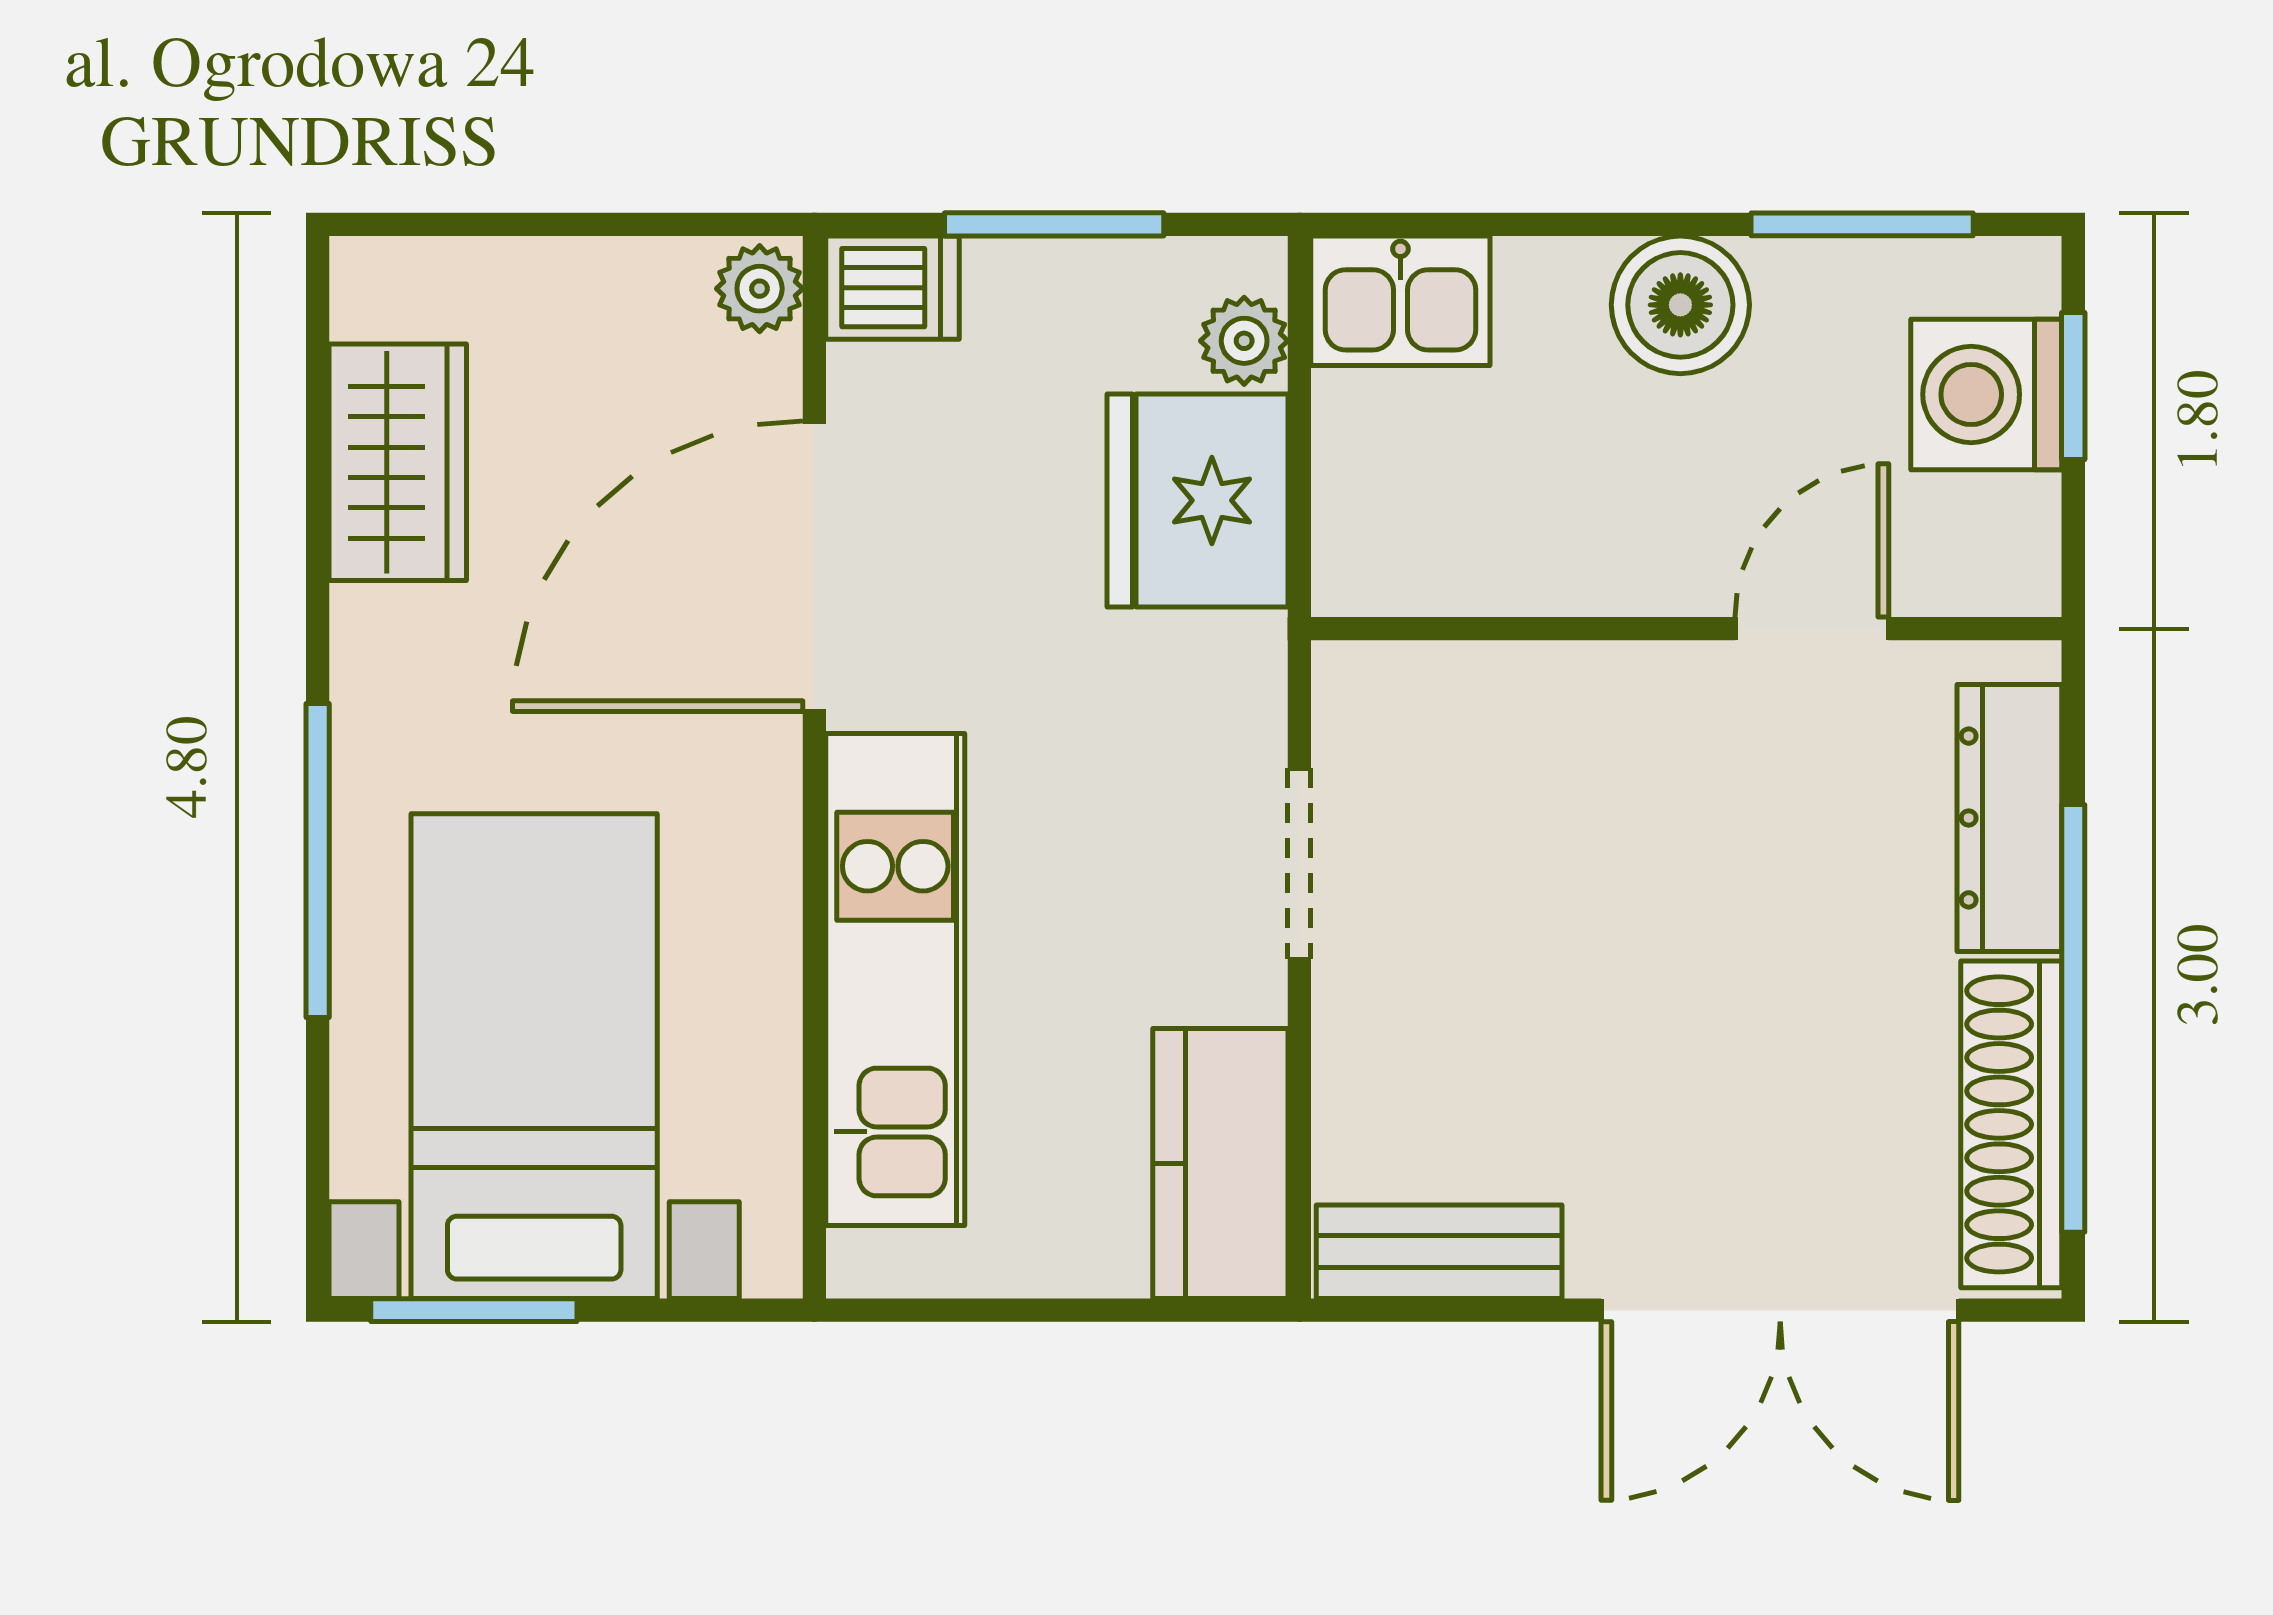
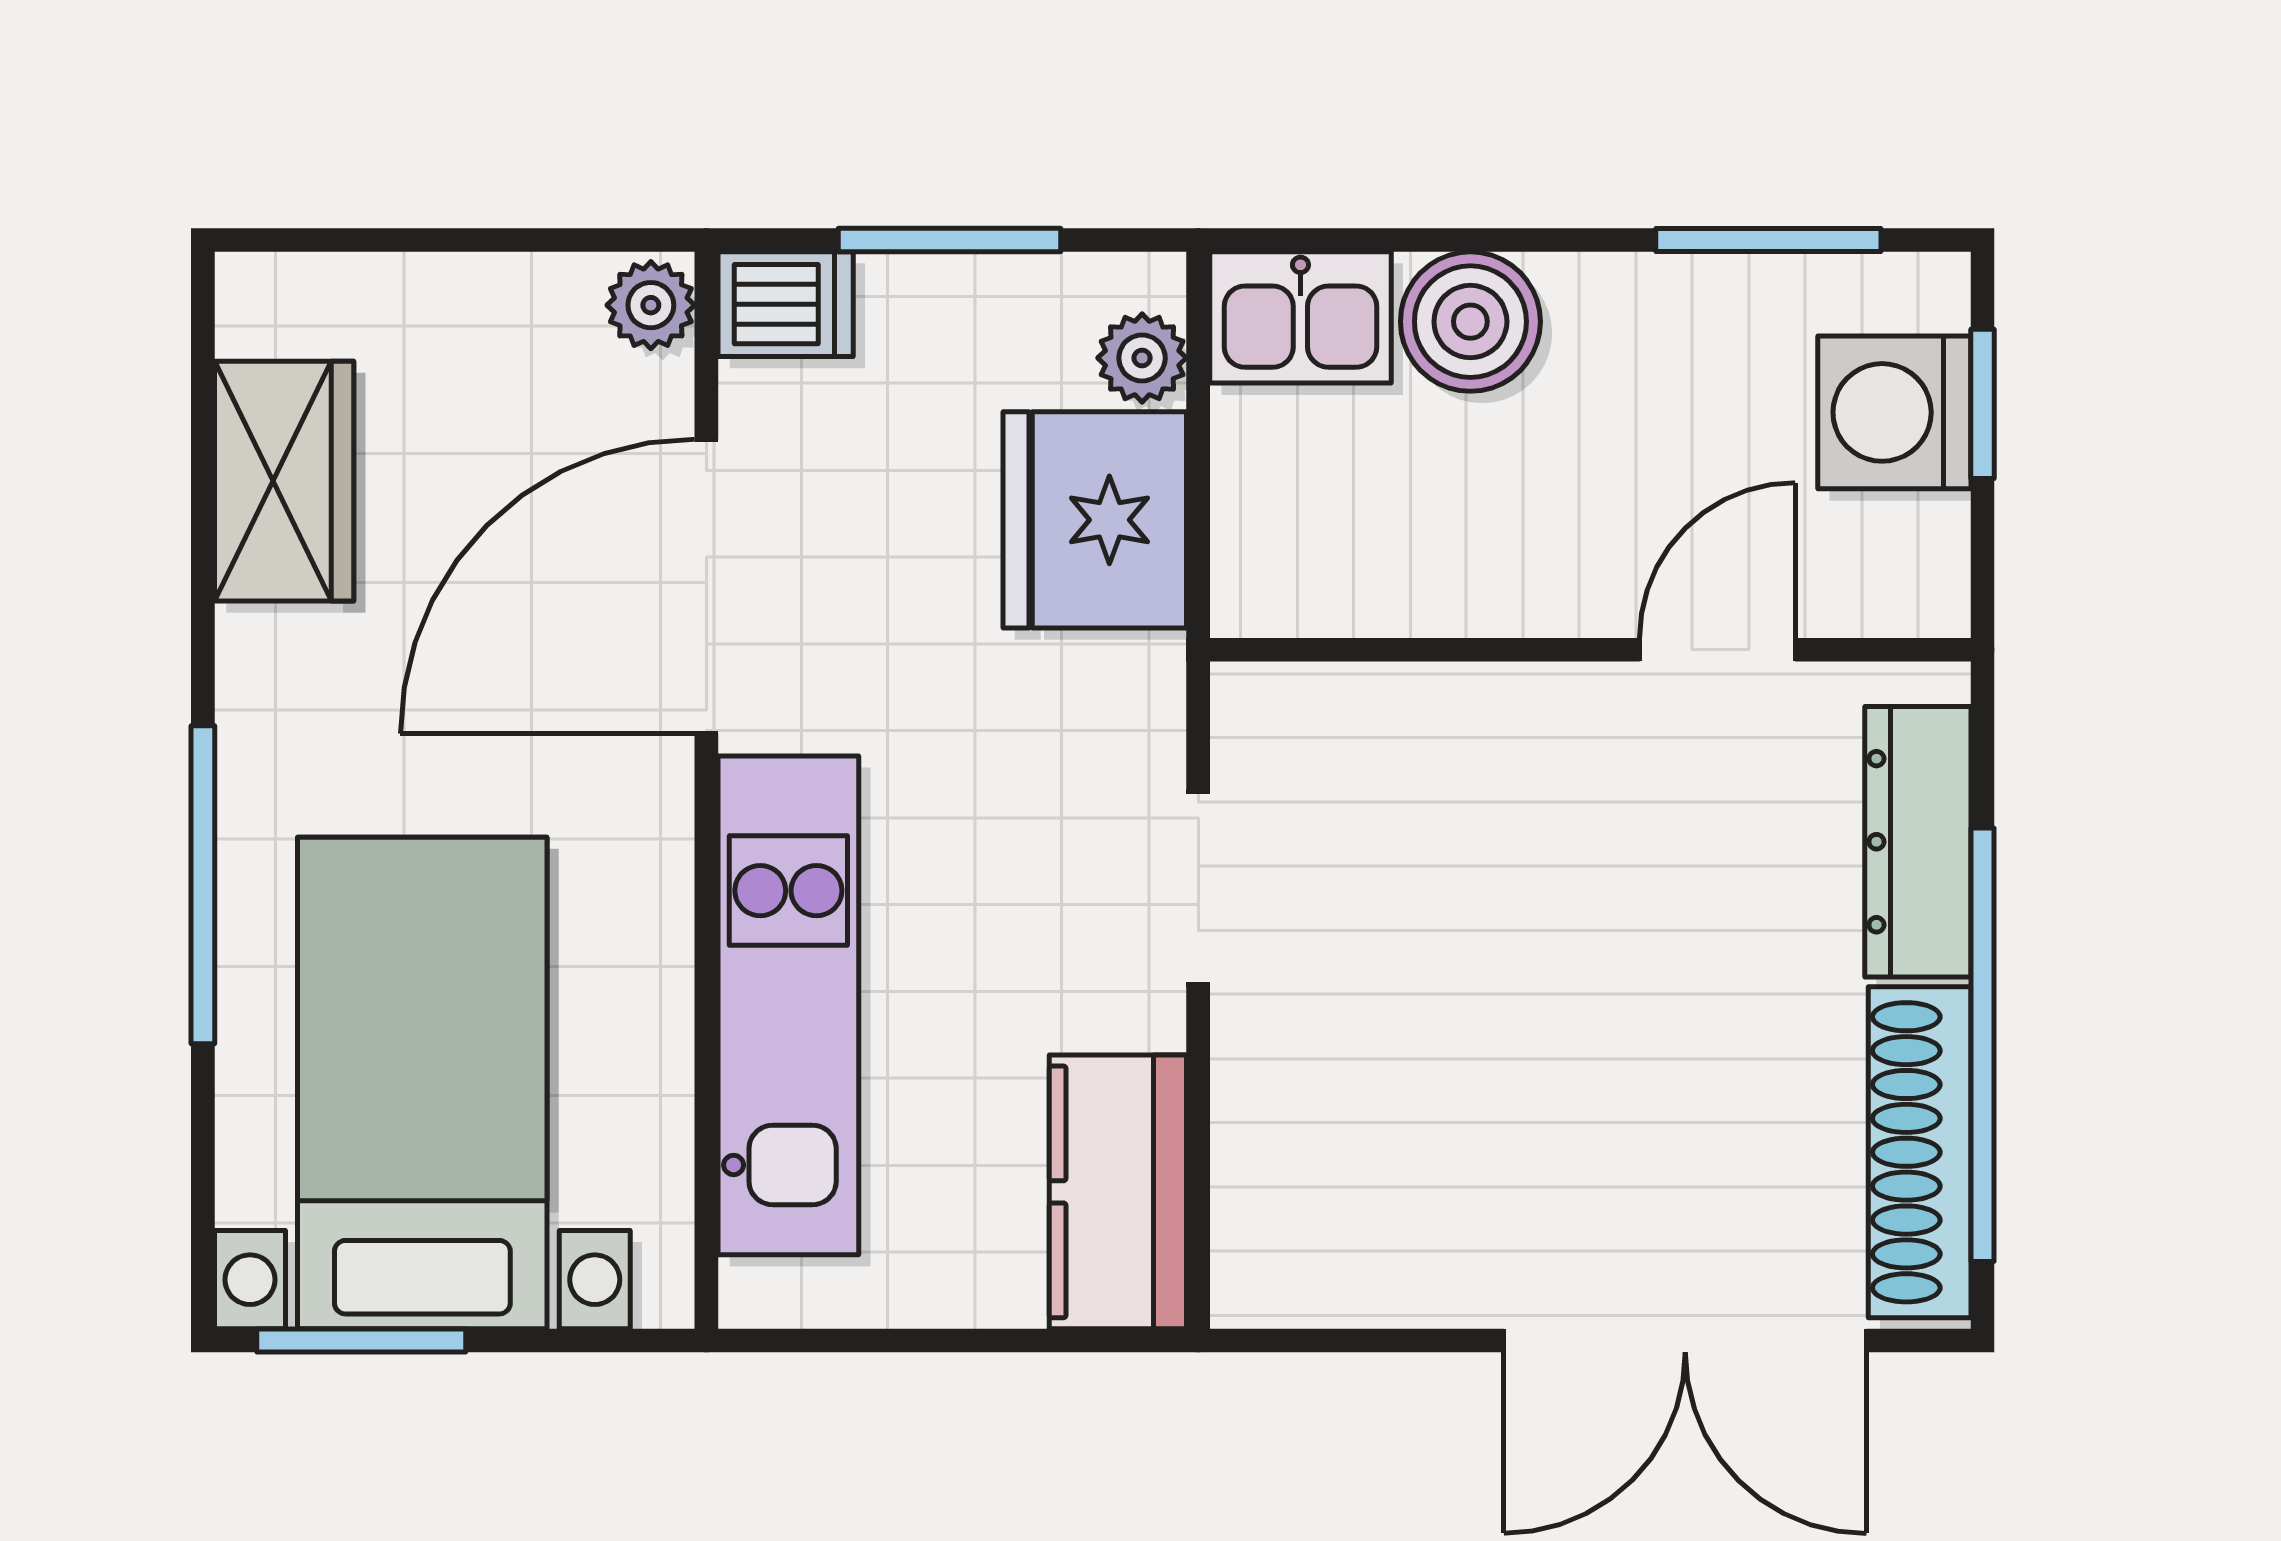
boiler: (1680, 305) -> (1470, 322), moved
bench: (1439, 1252) -> (1340, 1281), removed

